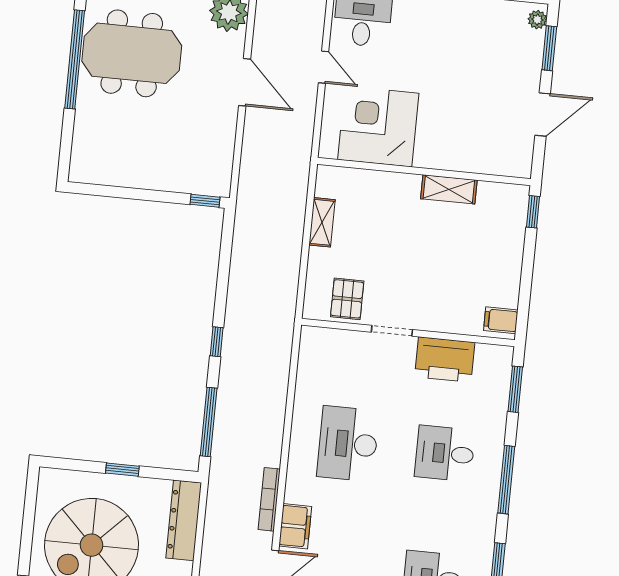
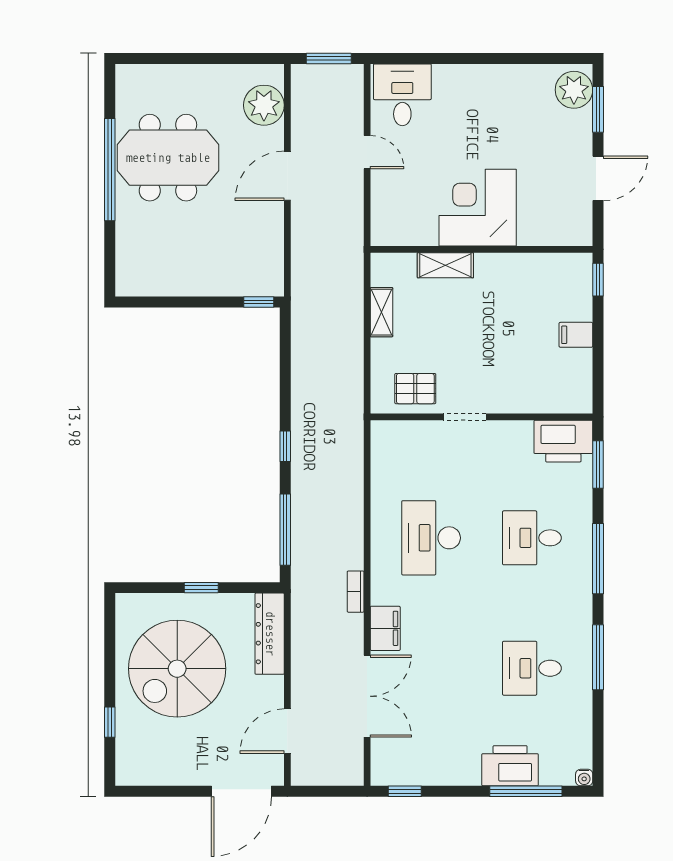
plant: (537, 20) -> (574, 90), width x1.87, depth x1.87
door: (245, 82) -> (287, 176), swing flipped
corner desk: (378, 127) -> (478, 208), moved
shelving: (449, 189) -> (445, 265), moved
pallet: (347, 299) -> (415, 389), turned 90
filing cabinet: (501, 320) -> (576, 335), moved
printer: (445, 360) -> (563, 441), moved
bookcase: (269, 499) -> (356, 592), width x0.64

